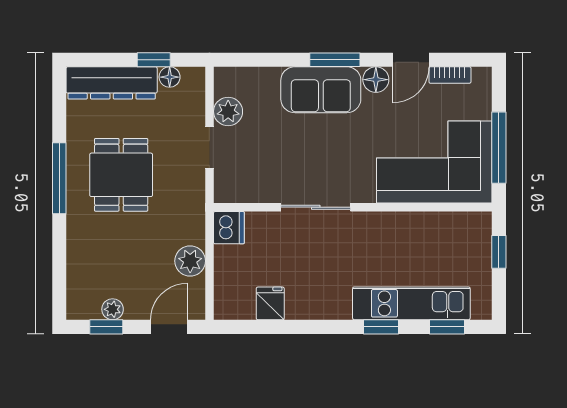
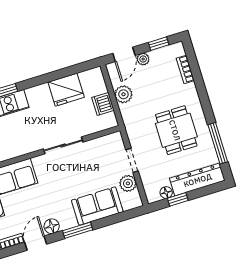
sofa: (321, 90) -> (97, 206), moved
window: (59, 178) -> (218, 143), moved
dishwasher: (229, 228) -> (103, 104), moved
bookcase: (75, 271) -> (185, 69), added
fridge: (270, 303) -> (66, 90), width x1.88, depth x1.34
plant: (113, 309) -> (143, 59), moved

